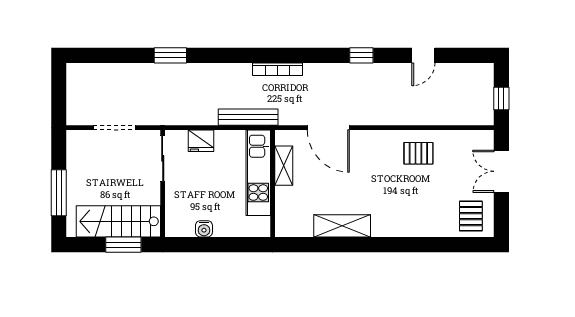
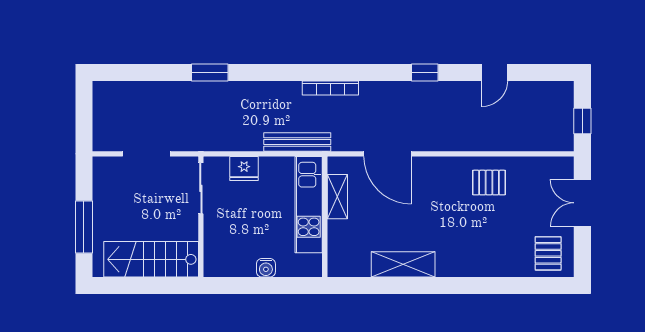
water cooler: (204, 229) -> (266, 268), moved
window: (123, 245) -> (157, 286), removed

